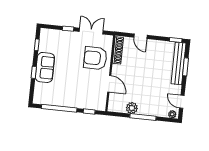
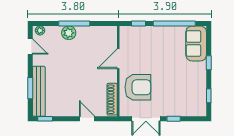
sofa: (45, 67) -> (196, 43), moved
door: (109, 84) -> (118, 59), hinge flipped
plant: (132, 108) -> (69, 33), moved

